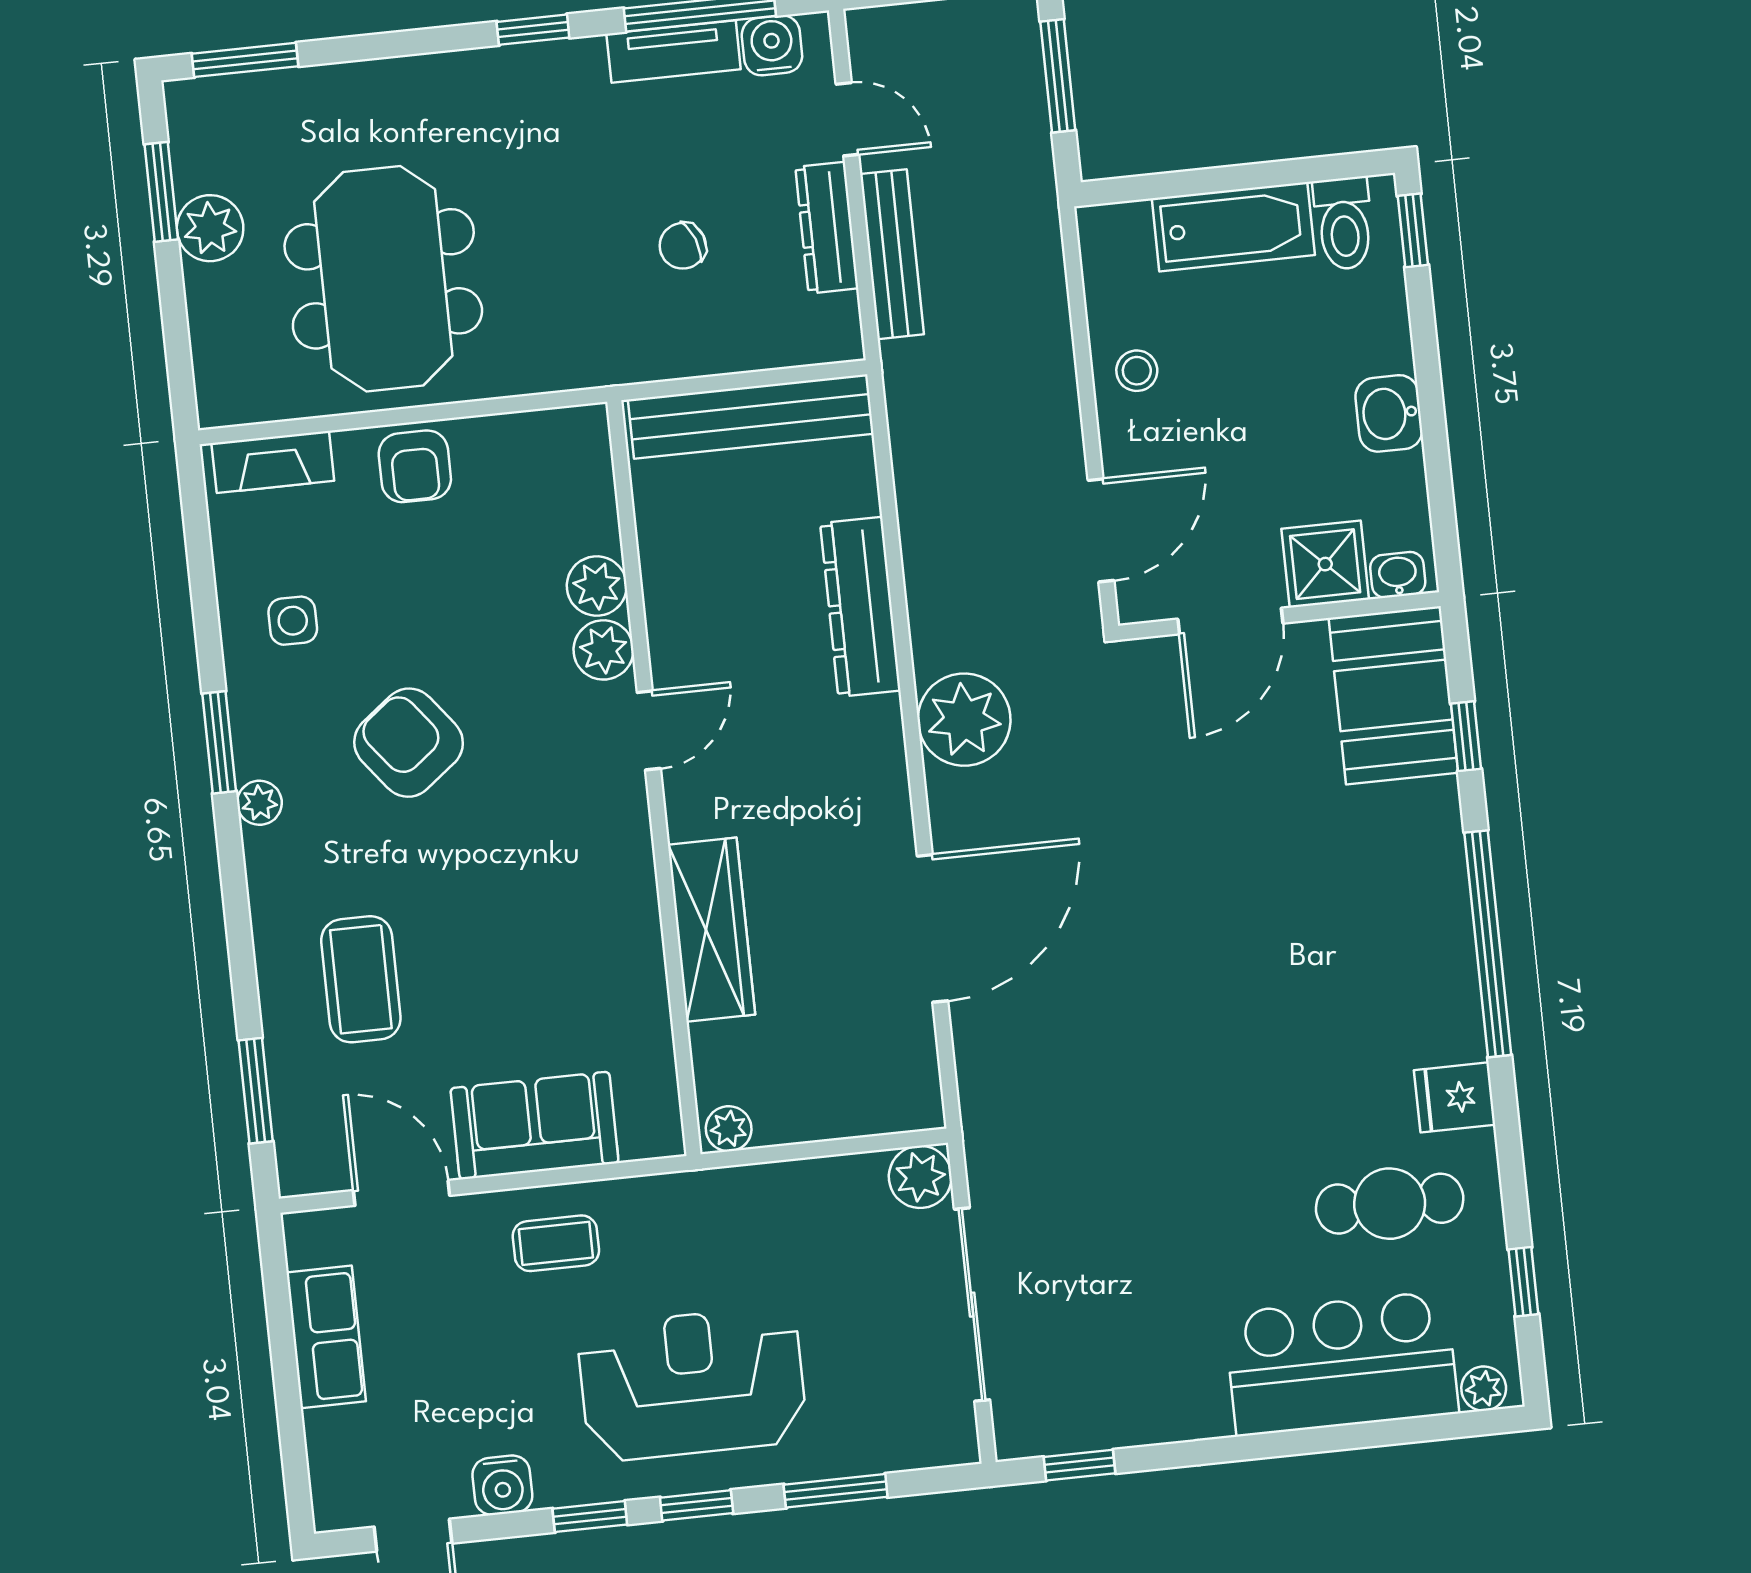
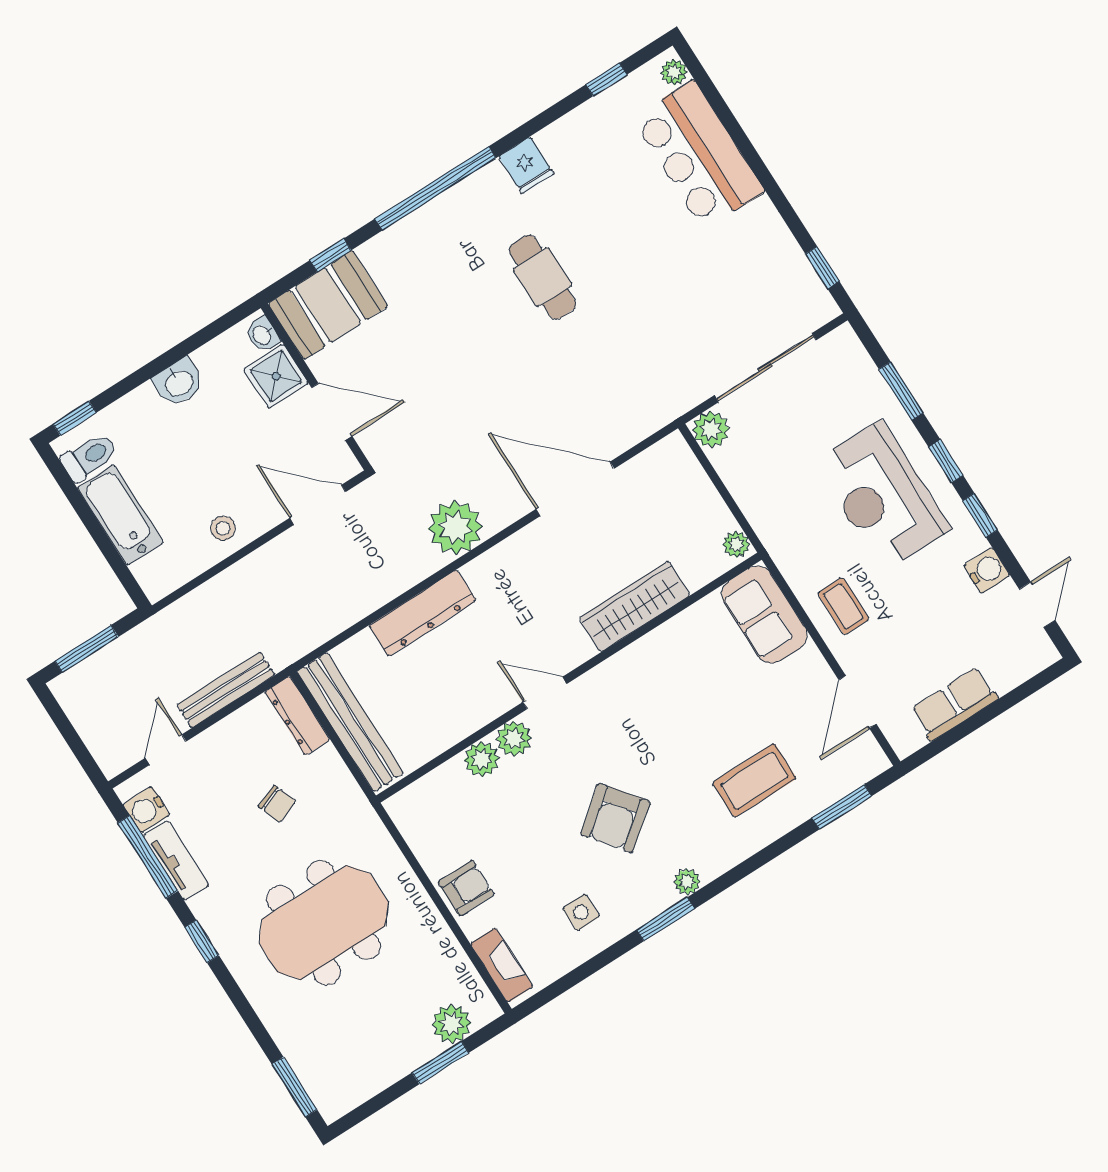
window: (161, 192) -> (440, 1063), moved
plant: (210, 228) -> (452, 1024), moved
dresser: (827, 228) -> (297, 716), moved, turned 90
meeting table: (383, 279) -> (323, 923), moved
sofa: (534, 1126) -> (764, 615), moved
cafe table: (1390, 1204) -> (542, 277), moved

